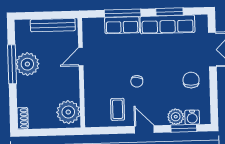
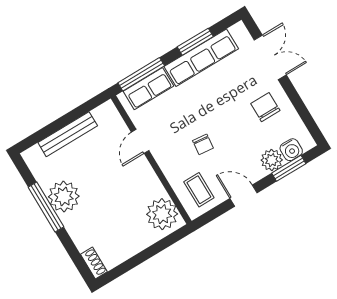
door: (81, 57) -> (140, 141), moved
wall: (81, 73) -> (151, 160), moved
plant: (68, 112) -> (162, 214), moved

